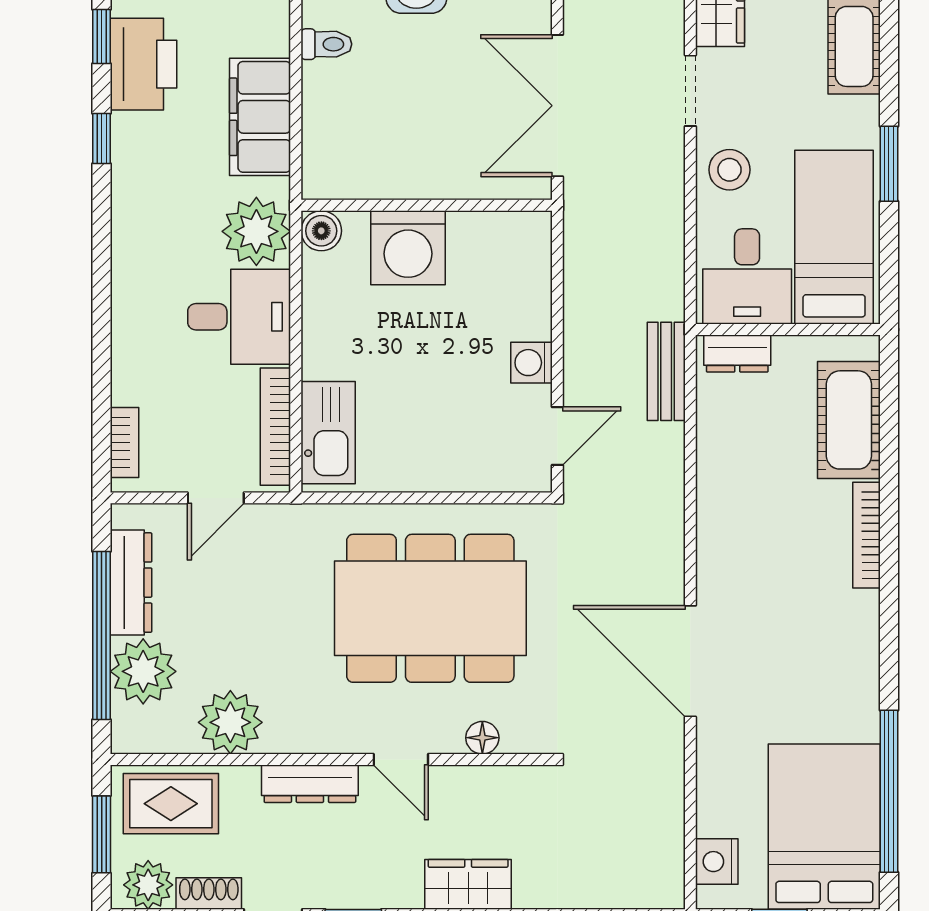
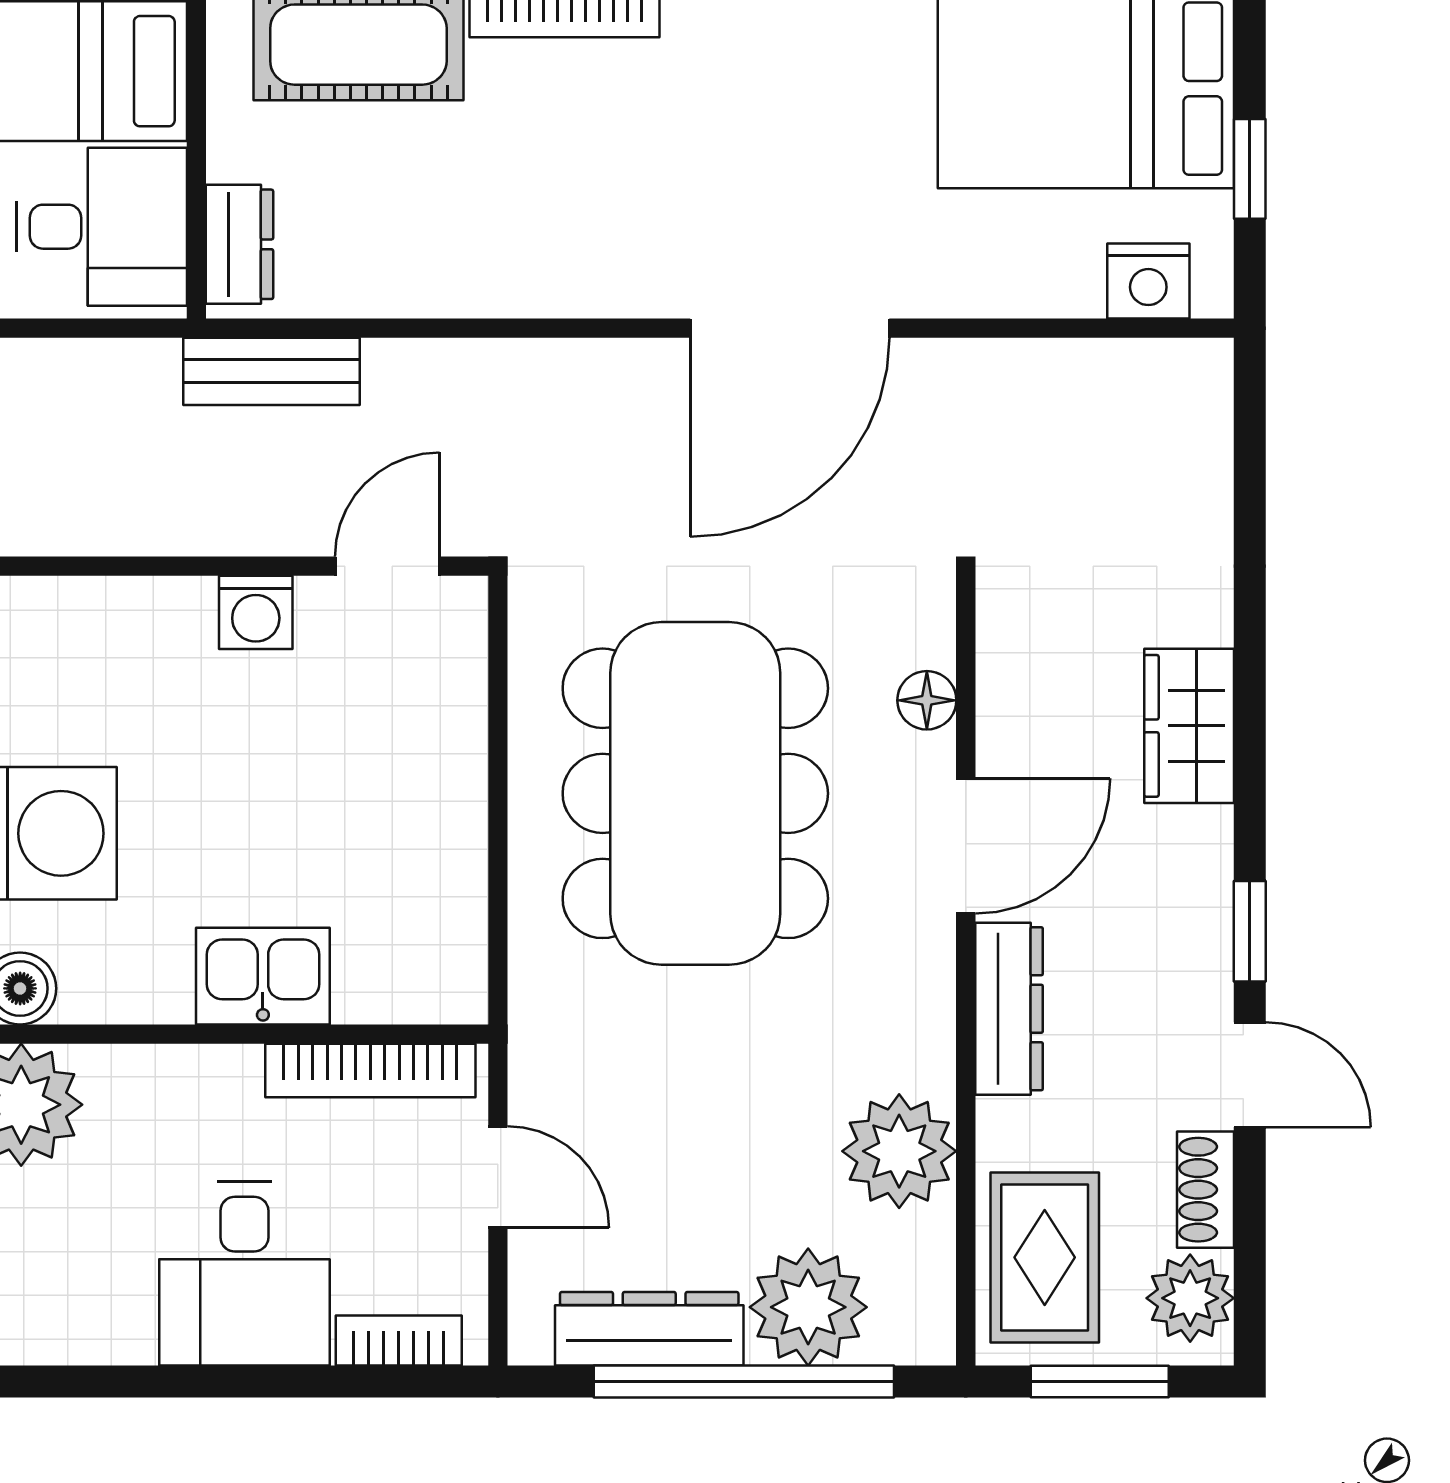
desk: (239, 317) -> (244, 1274), moved, turned 180
kitchen sink: (328, 433) -> (263, 976), moved, width x0.73
door: (557, 436) -> (387, 566), hinge flipped
door: (401, 759) -> (966, 846), width x1.38

